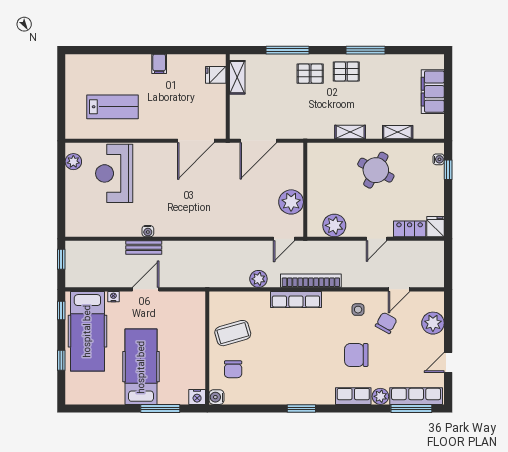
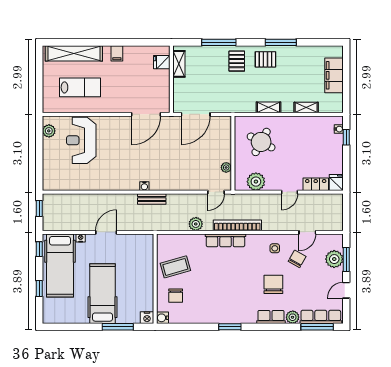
shelving: (105, 64) -> (74, 53), added
pallet: (310, 74) -> (237, 61), turned 90
round table: (376, 170) -> (261, 142), moved
plant: (291, 202) -> (226, 167), width x0.53, depth x0.53
water cooler: (148, 231) -> (144, 186), moved
bench: (144, 247) -> (152, 199), moved
window: (448, 324) -> (346, 260), added
chair: (356, 355) -> (273, 284), turned 90

